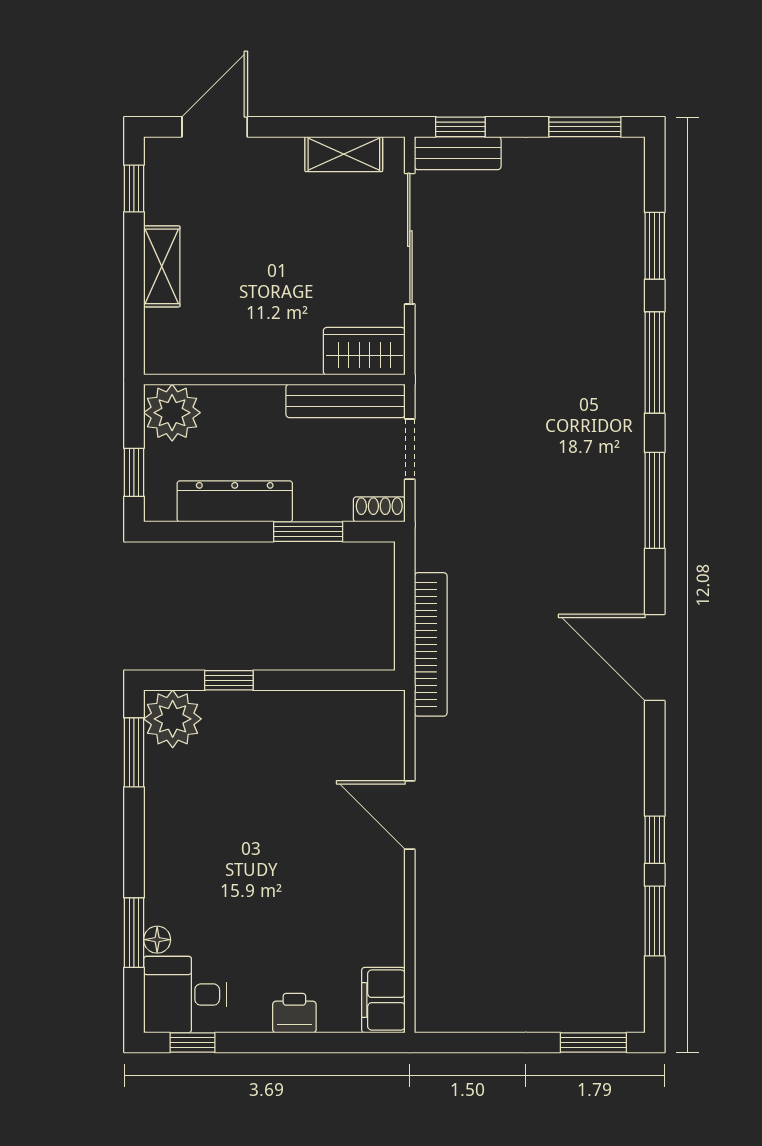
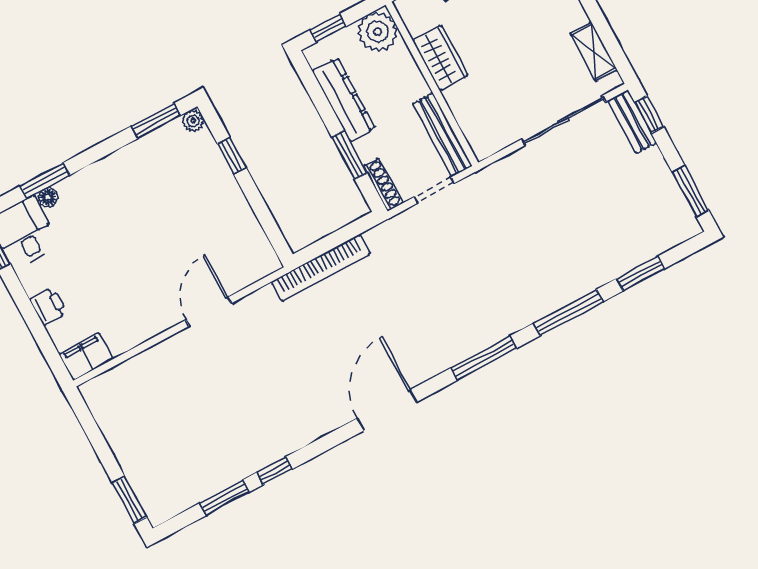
wardrobe: (364, 351) -> (441, 58), moved
shoe rack: (379, 509) -> (383, 185), width x1.43
plant: (173, 719) -> (193, 121), width x0.53, depth x0.53

